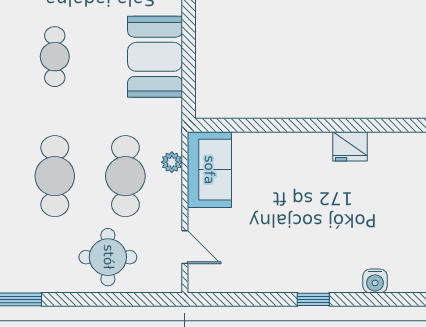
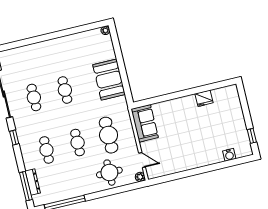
plant: (172, 162) -> (140, 177), moved
cafe table: (55, 176) -> (78, 143), width x0.73, depth x0.74
window: (313, 299) -> (204, 169), removed

